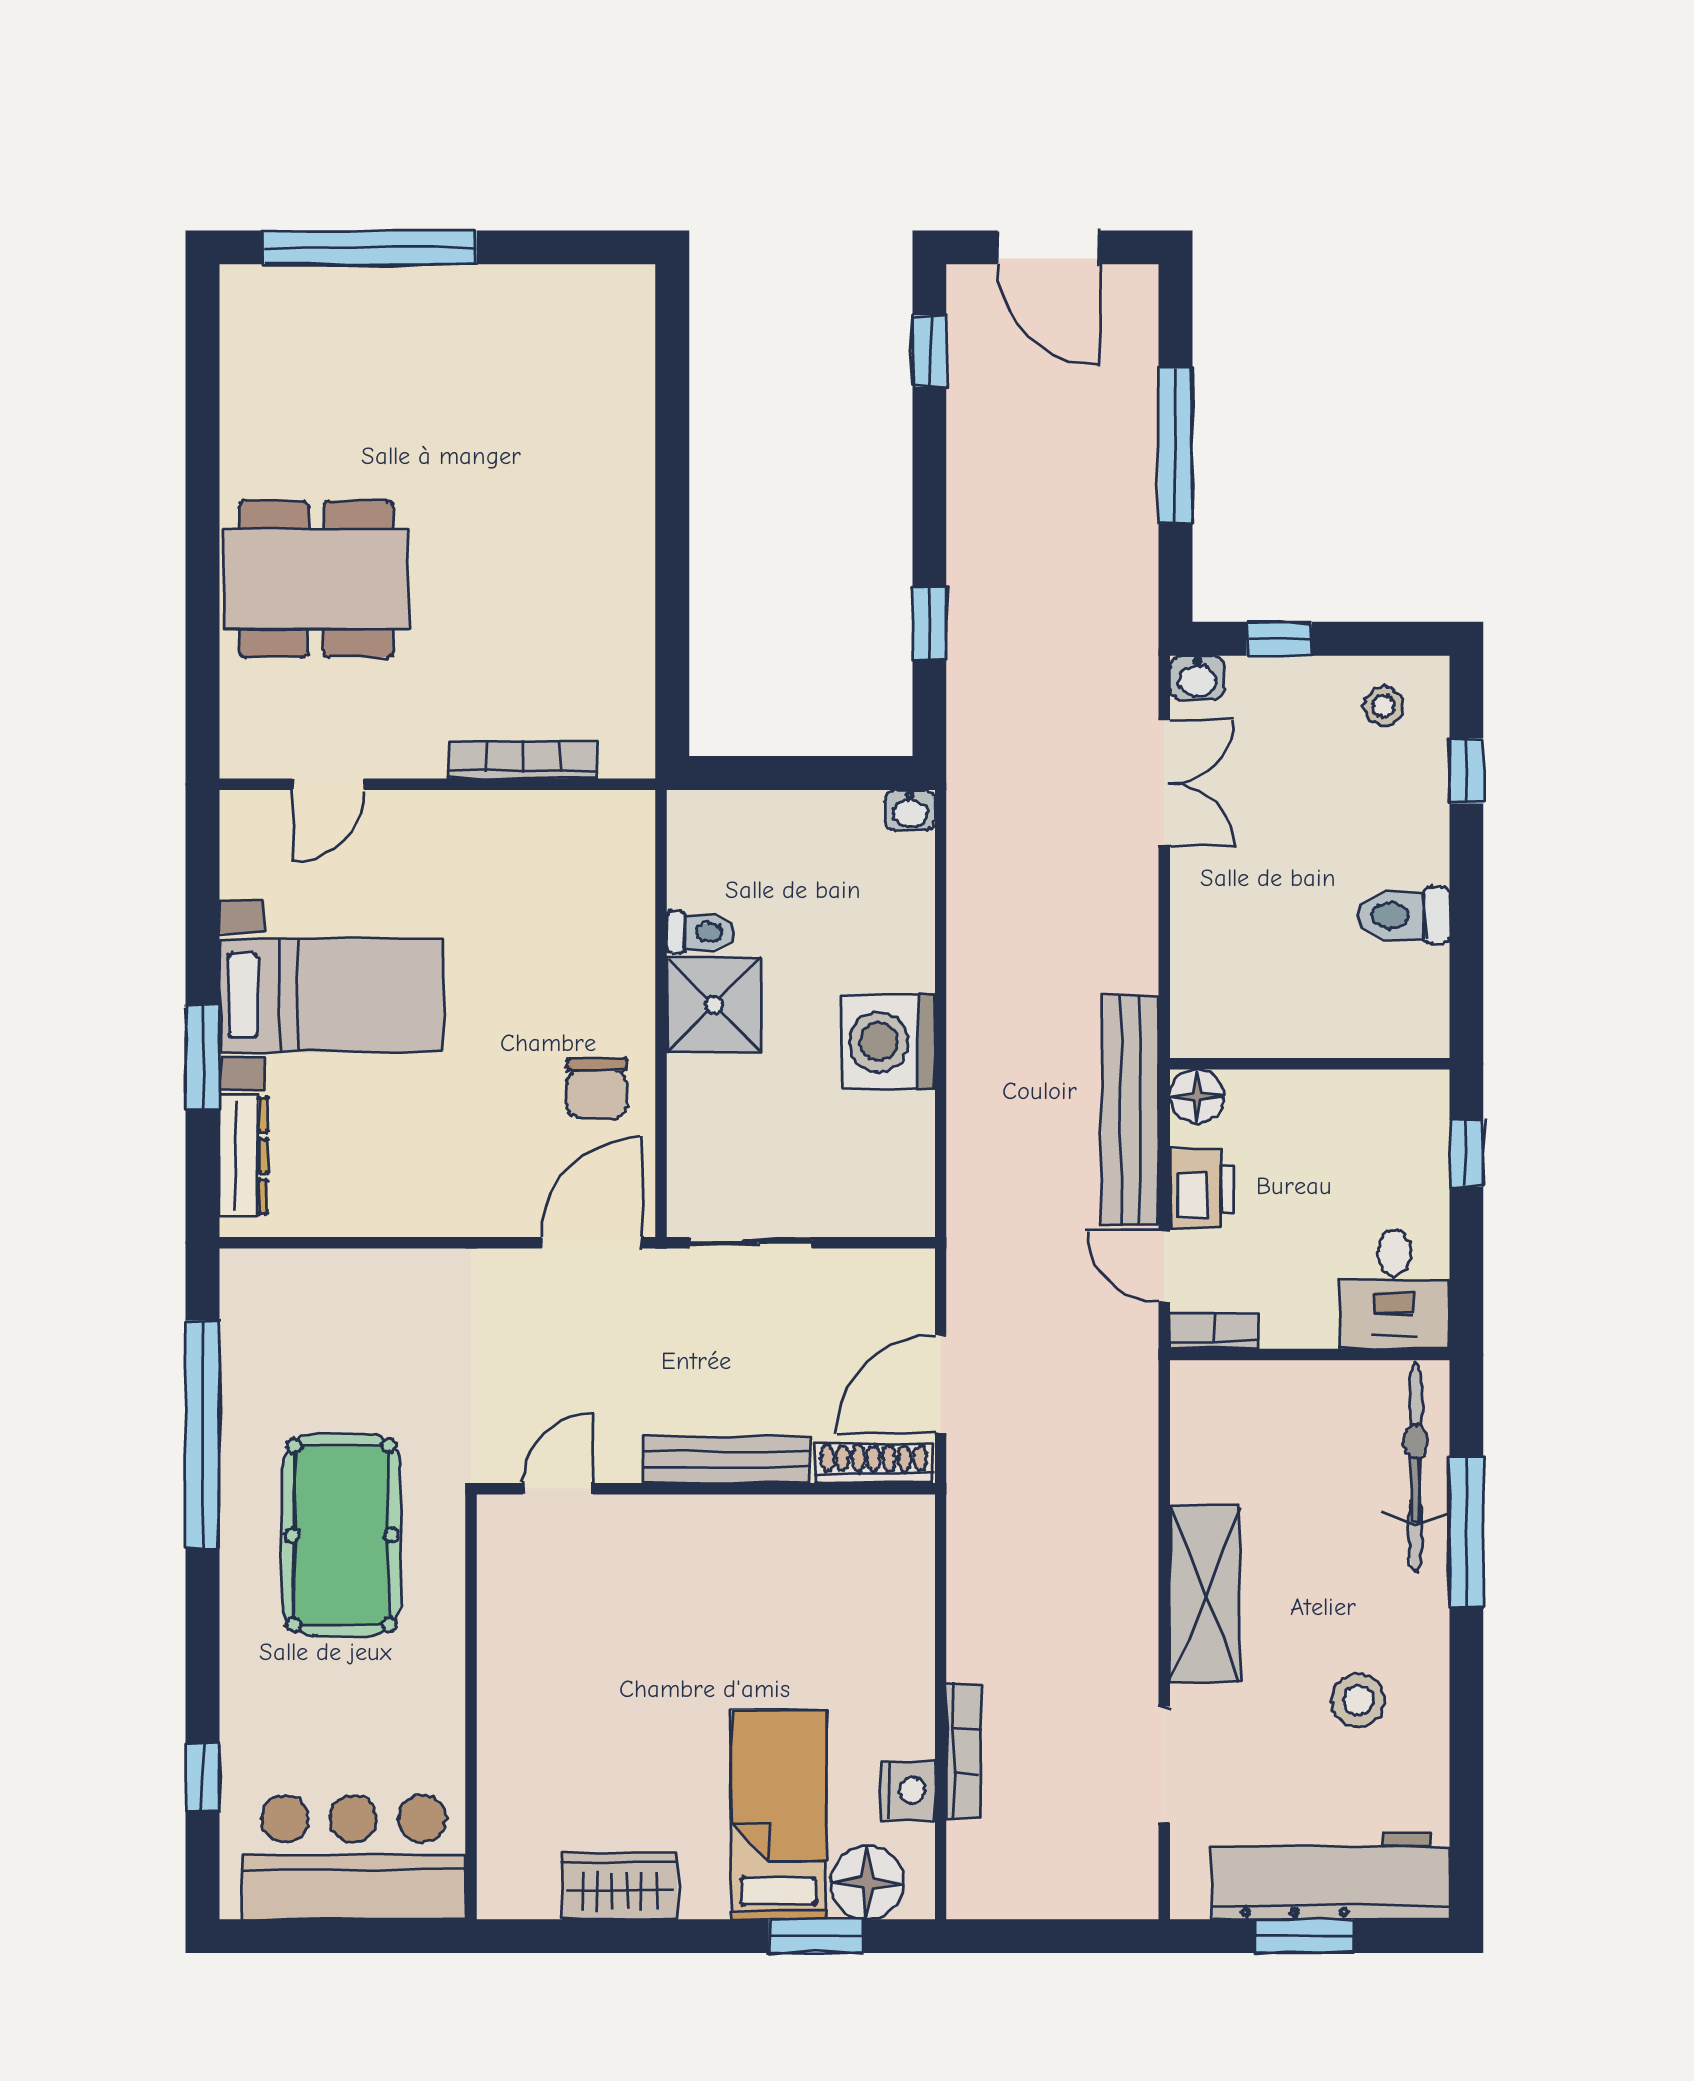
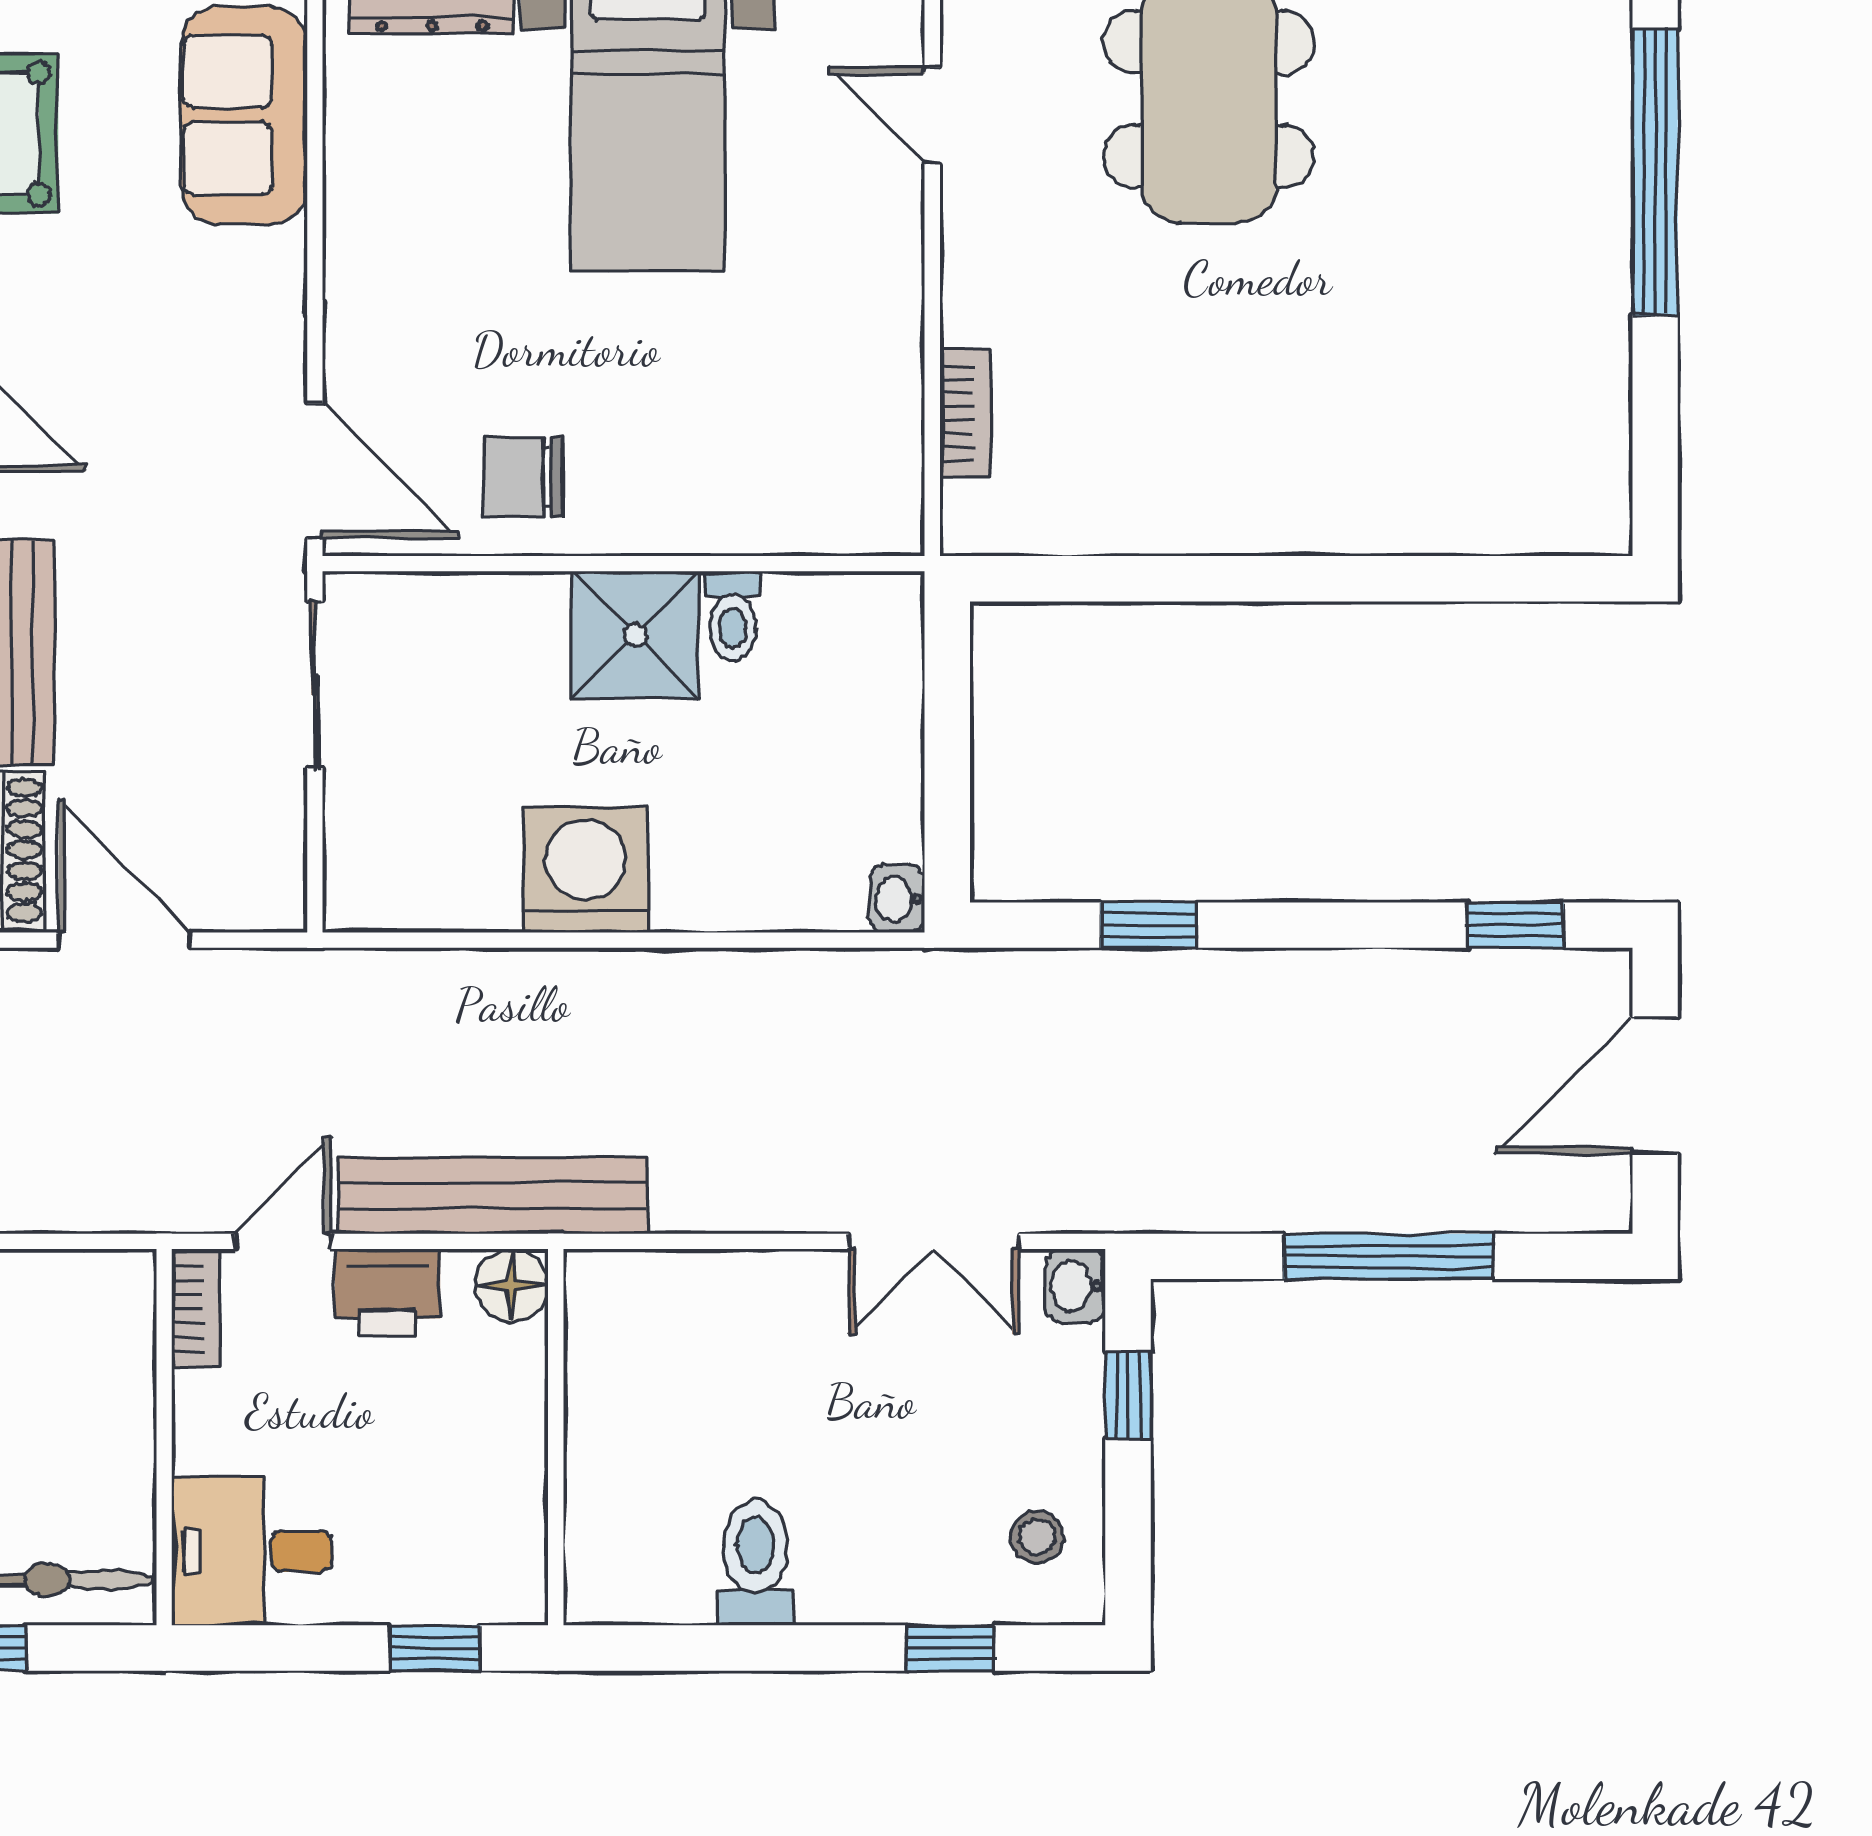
bookcase: (523, 760) -> (965, 413), width x0.64
sofa: (328, 1295) -> (244, 115), added

